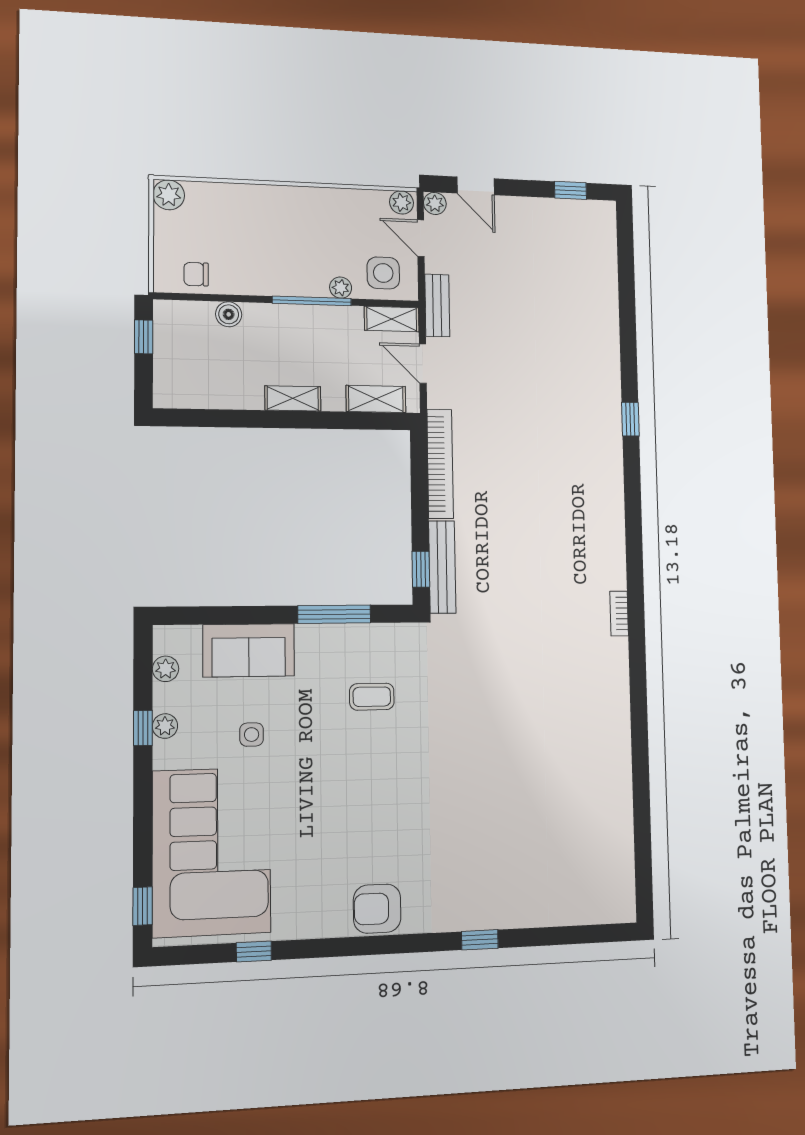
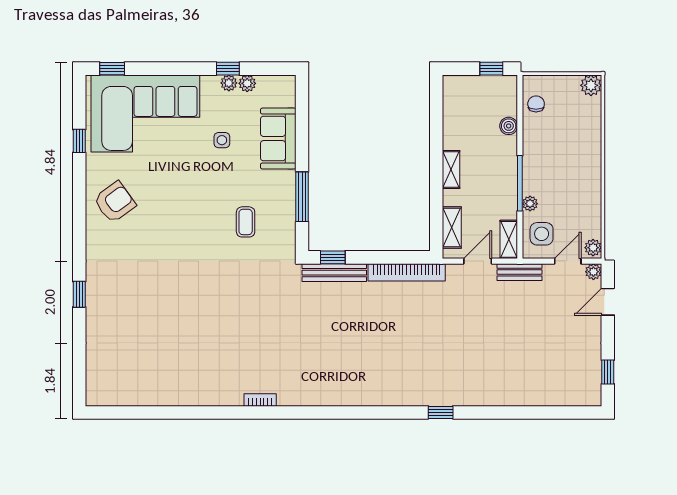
bookcase: (619, 614) -> (260, 400), moved
plant: (166, 669) -> (247, 83), moved
armchair: (377, 909) -> (115, 202), moved, turned 54

